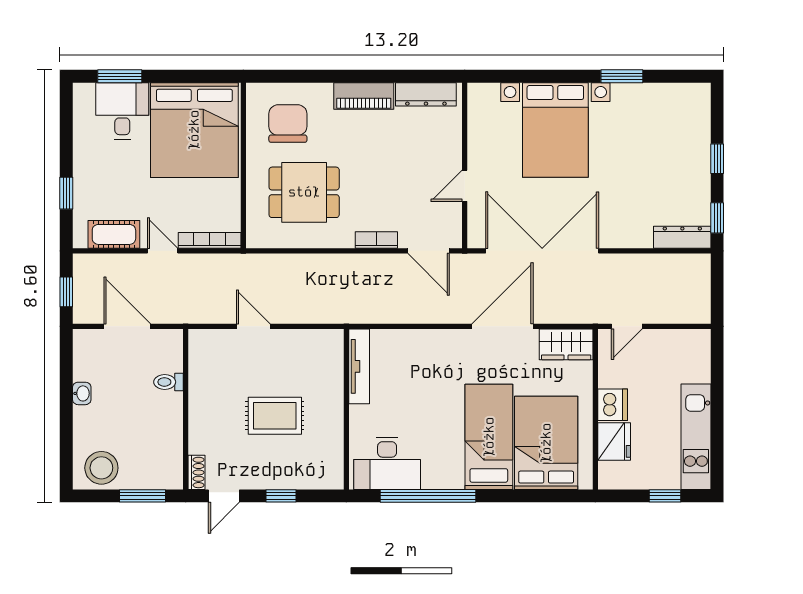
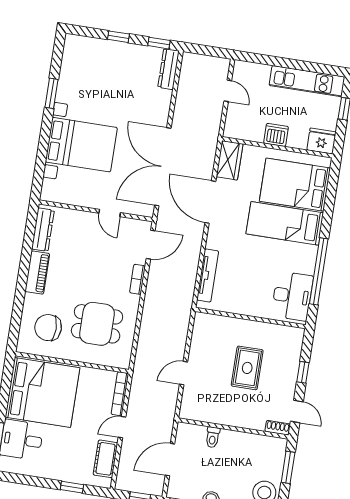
dining table: (304, 192) -> (97, 324), turned 90
door: (627, 326) -> (228, 91), moved
tv unit: (359, 366) -> (208, 276), moved, turned 90
fridge: (614, 442) -> (321, 141), moved

